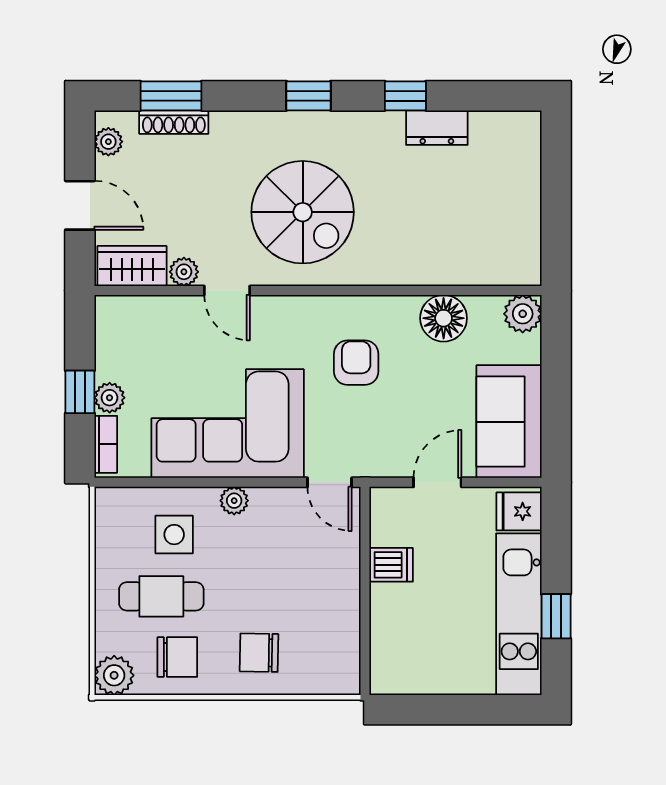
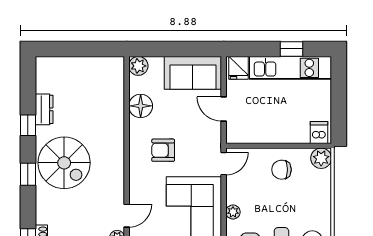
spiral stairs: (303, 212) -> (64, 163), moved, turned 90
dishwasher: (391, 565) -> (319, 133), moved
chair: (259, 653) -> (282, 170), moved, turned 89
plant: (340, 675) -> (321, 158), added

